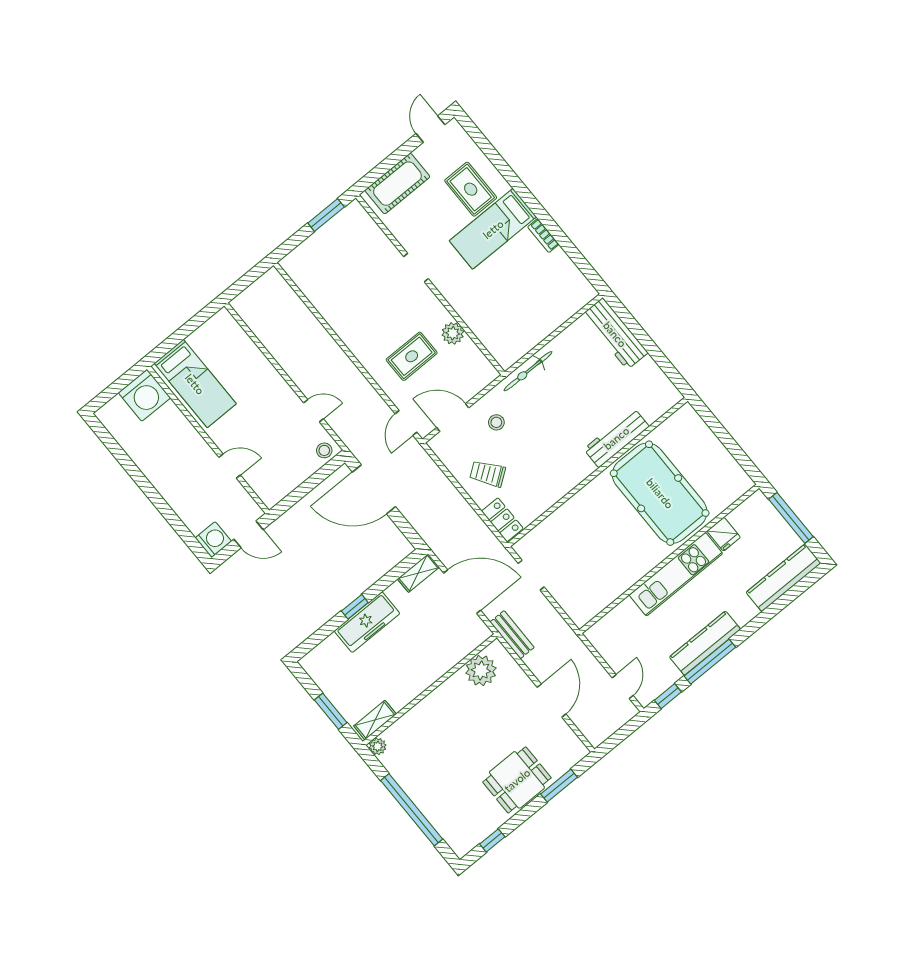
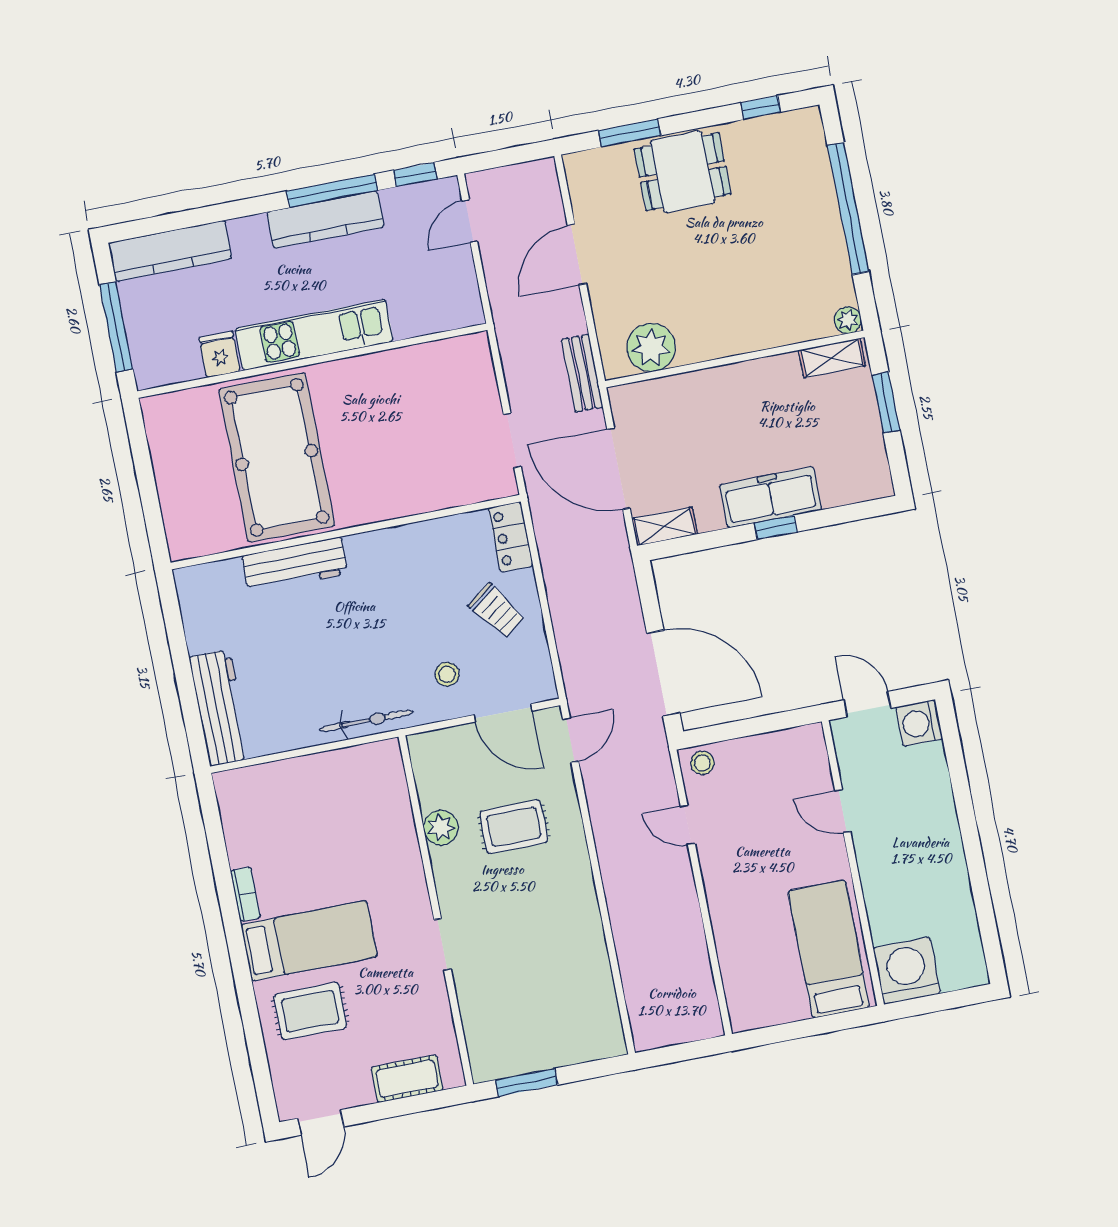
cot: (397, 184) -> (407, 1079), width x0.73, depth x0.75
rug: (471, 189) -> (310, 1011), turned 90

